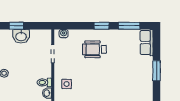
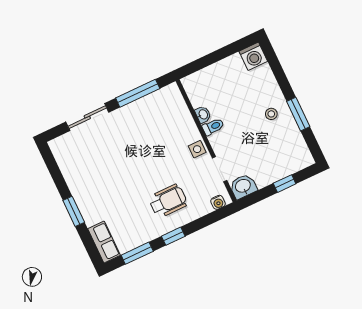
washbasin: (21, 36) -> (243, 186), moved
side table: (67, 84) -> (197, 149), moved

